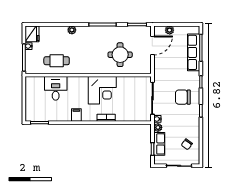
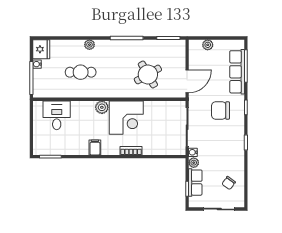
door: (152, 45) -> (187, 81), moved
round table: (120, 55) -> (148, 74), turned -30
cafe table: (57, 61) -> (81, 72), moved
plant: (82, 82) -> (102, 107), added
desk: (56, 88) -> (57, 115), moved
chair: (183, 97) -> (220, 110), moved

